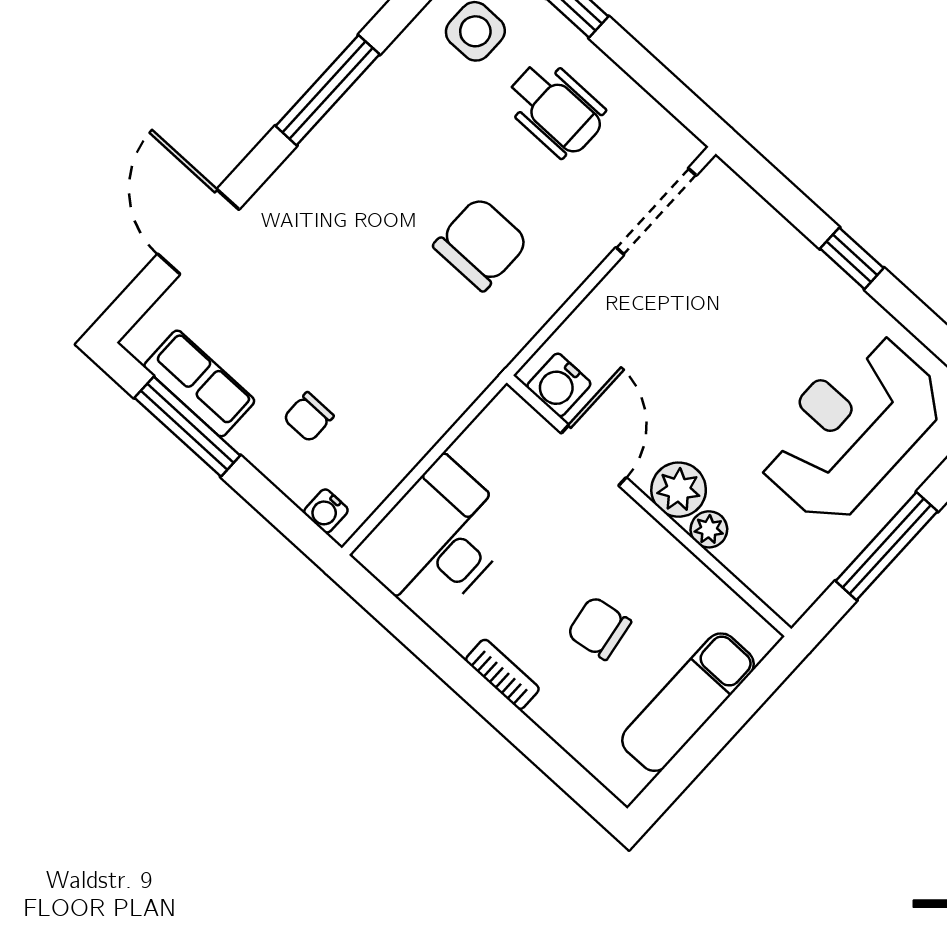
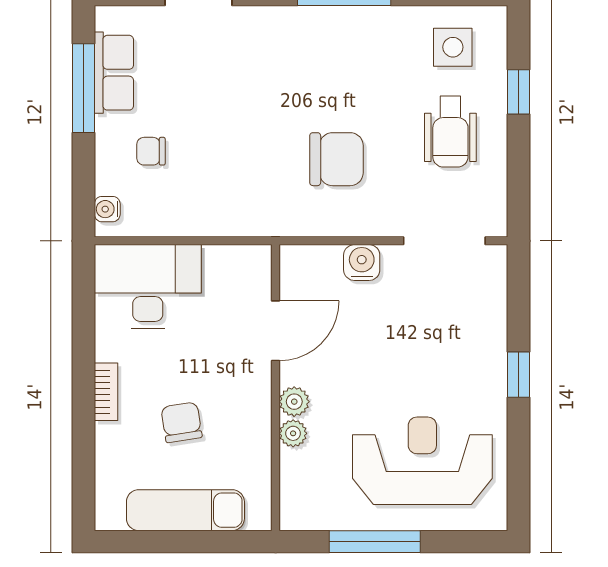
water cooler: (559, 385) -> (362, 263), moved, turned 90
plant: (679, 490) -> (294, 402), width x0.73, depth x0.73

